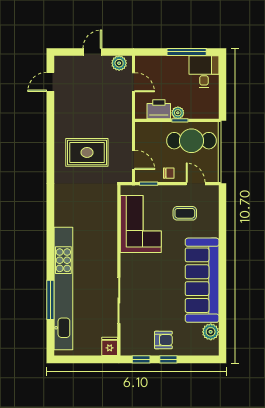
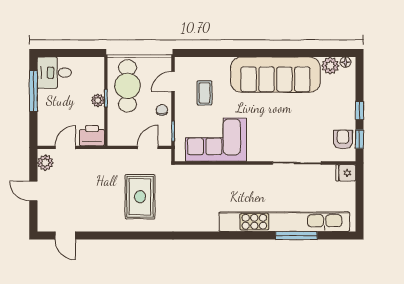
printer: (159, 109) -> (92, 136), moved, turned 90
armchair: (163, 340) -> (343, 139), moved
floor lamp: (214, 346) -> (345, 62), added

